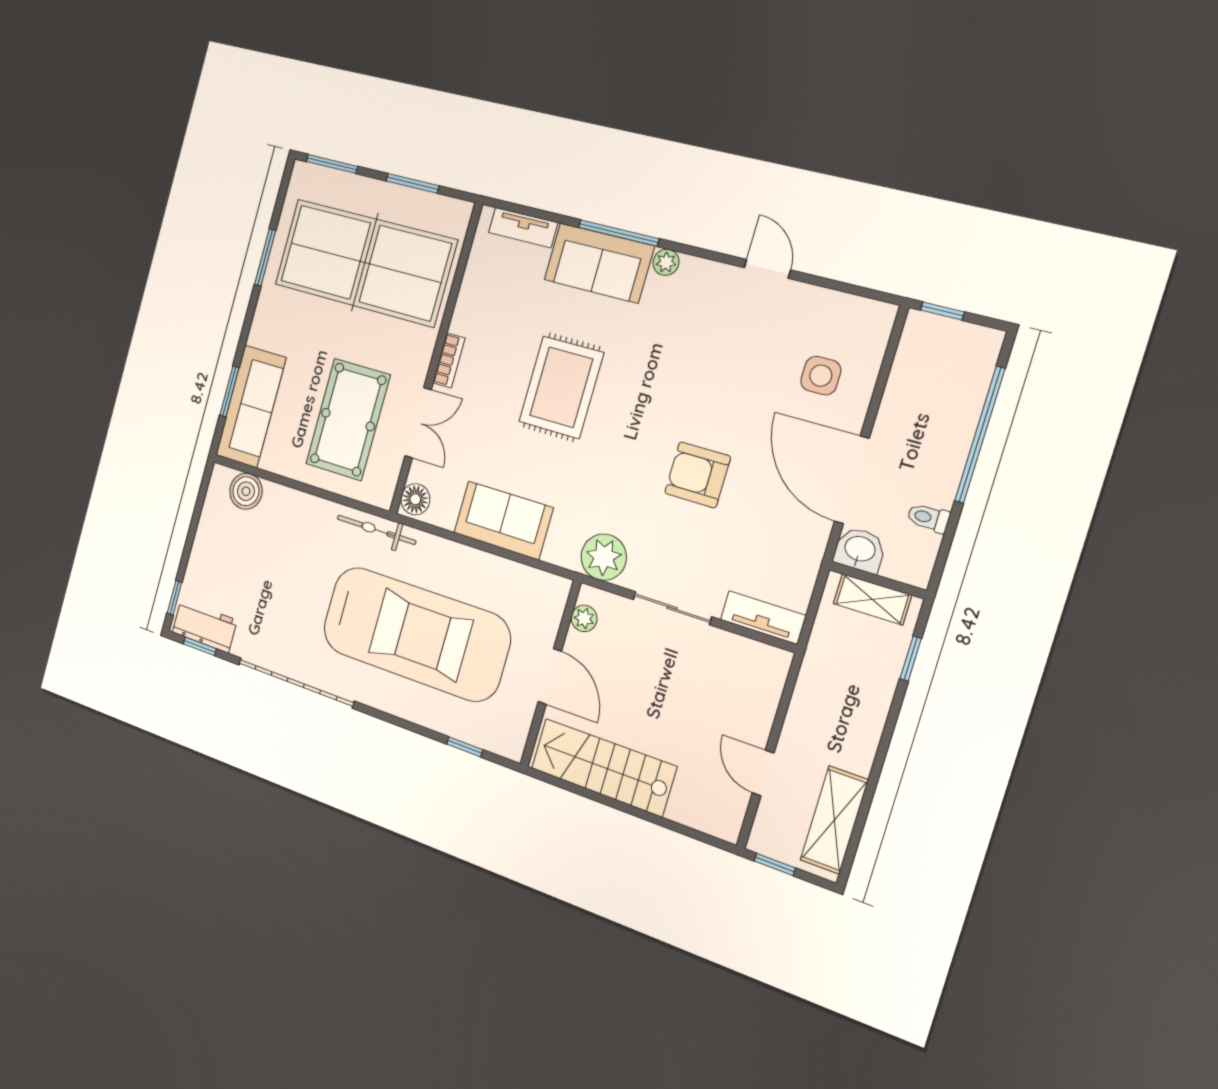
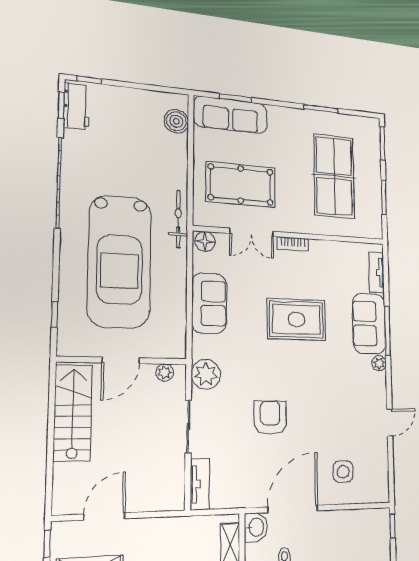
table tennis table: (365, 262) -> (334, 176), width x0.73, depth x0.76
door: (763, 773) -> (104, 516), width x1.38

